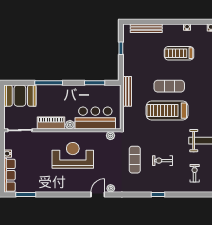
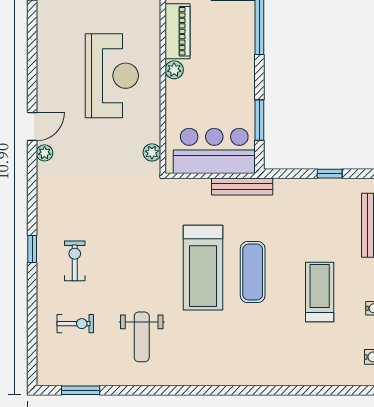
treadmill: (167, 111) -> (203, 268), turned 180
bar counter: (95, 118) -> (214, 151), moved, turned -90
exercise mat: (135, 160) -> (103, 202), removed
exercise bike: (162, 161) -> (75, 261), moved
door: (98, 195) -> (32, 127), hinge flipped

